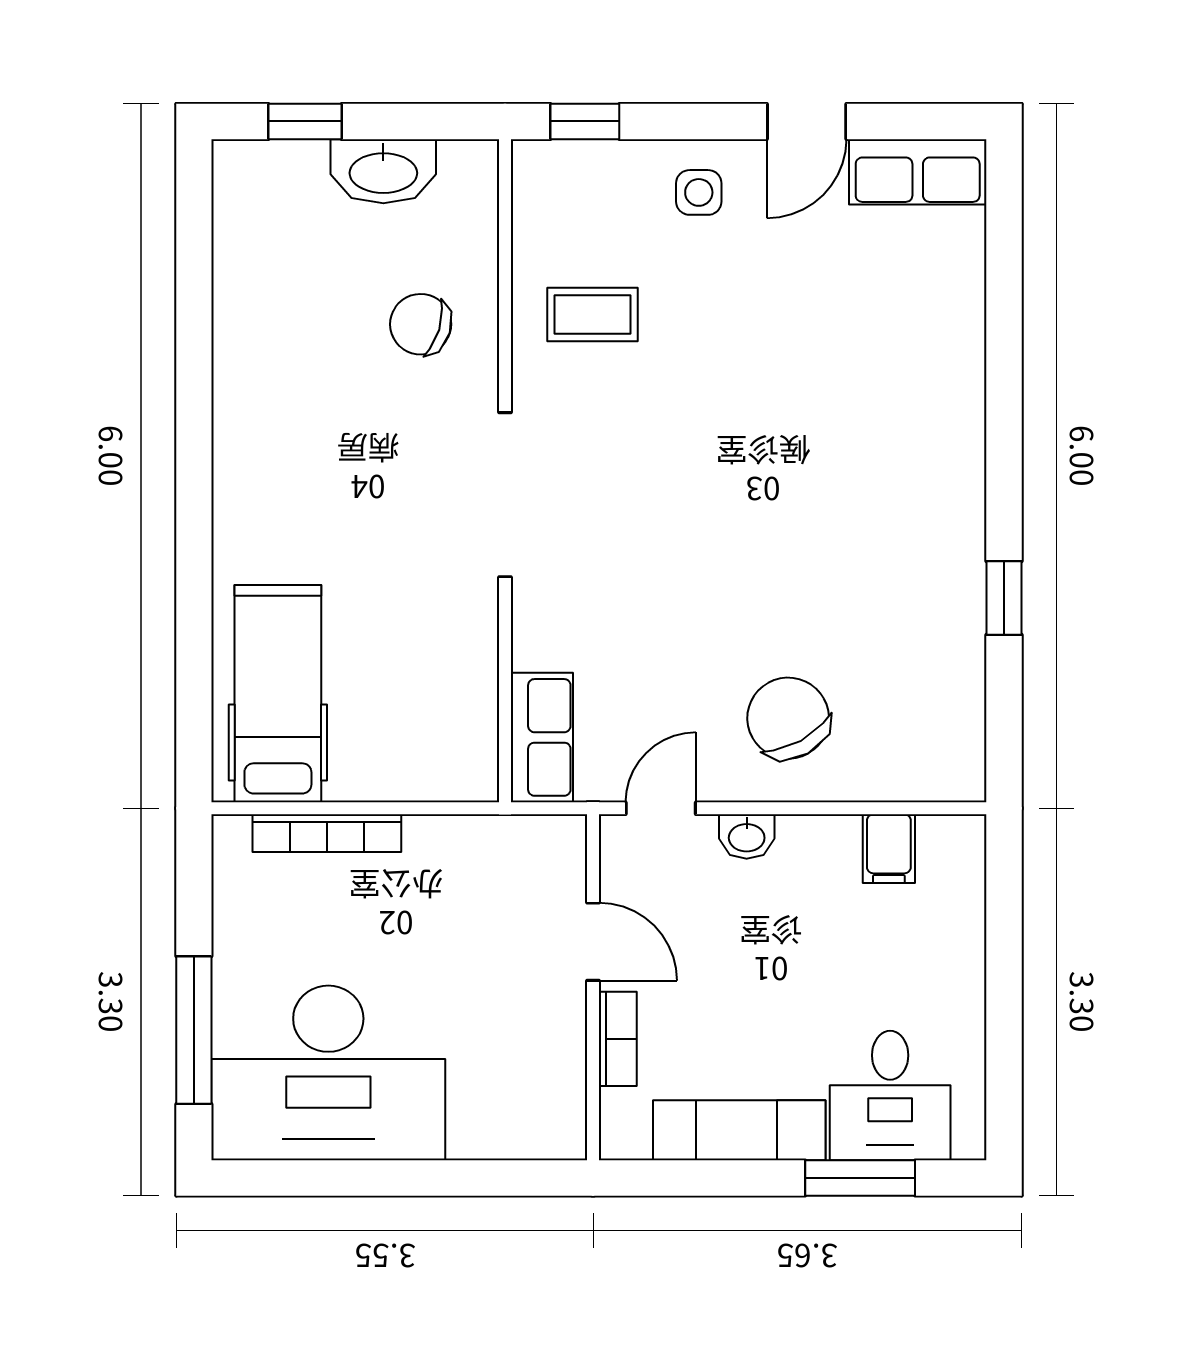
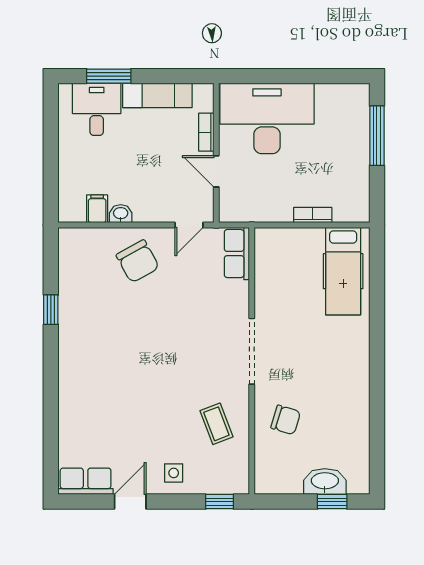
washbasin: (383, 171) -> (325, 482), moved
coffee table: (593, 314) -> (216, 424), turned 69
bookcase: (327, 833) -> (313, 215), width x0.64
washbasin: (747, 836) -> (121, 214), moved
desk: (328, 1073) -> (267, 118), moved

